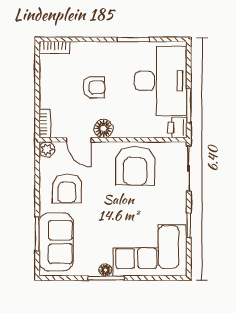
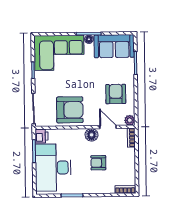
armchair: (135, 166) -> (70, 110), turned 90
sofa: (56, 242) -> (114, 46), moved, turned -90

